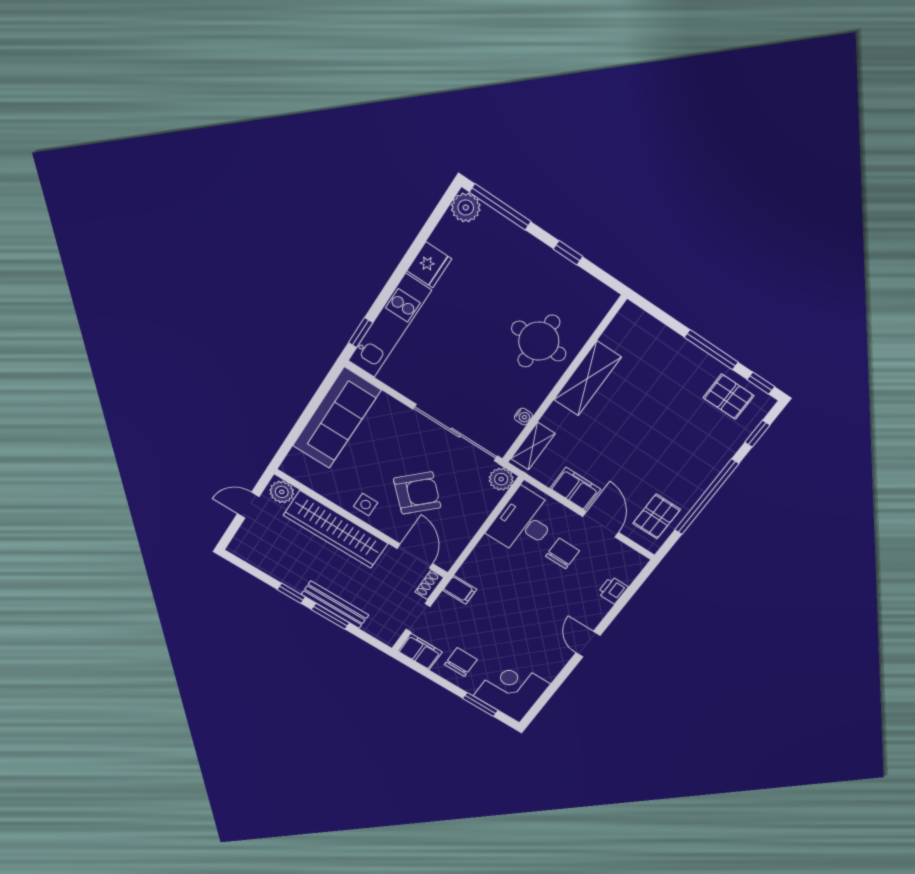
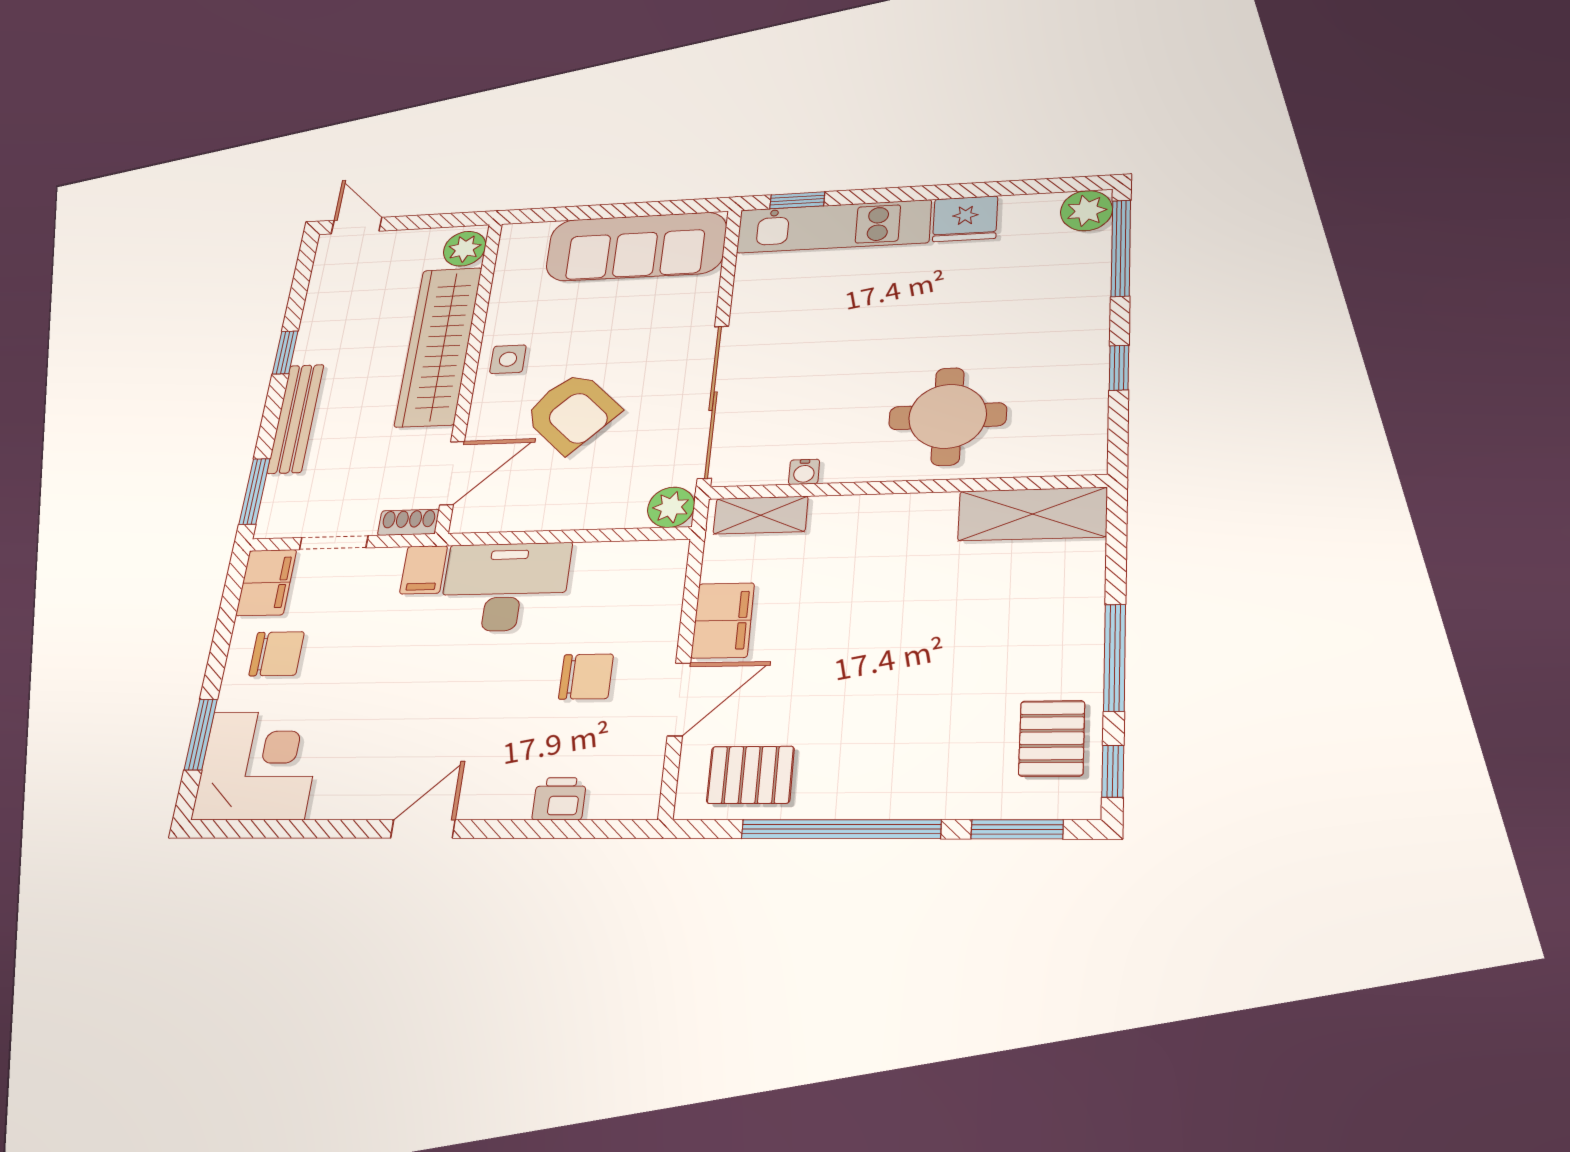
shelving: (587, 378) -> (1032, 514), moved
window: (757, 434) -> (1017, 829), width x1.50
door: (248, 505) -> (356, 226), moved
desk: (524, 522) -> (505, 587), moved
window: (330, 616) -> (255, 491), moved

